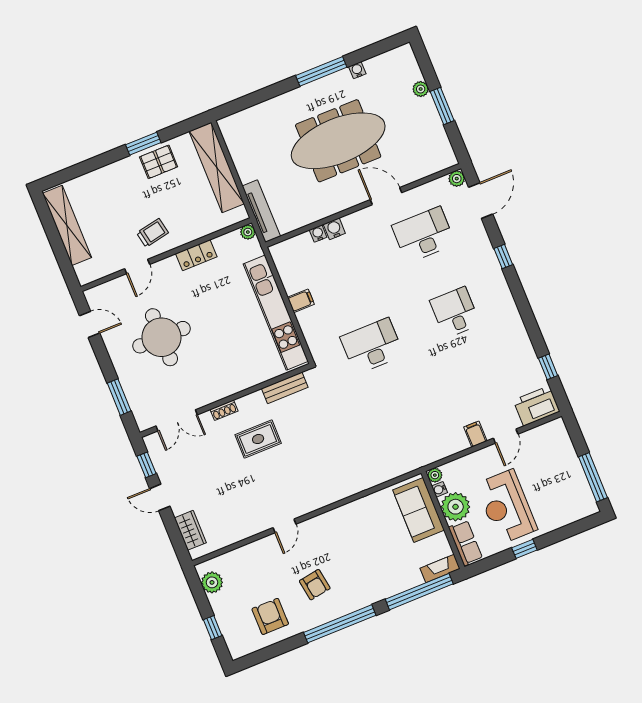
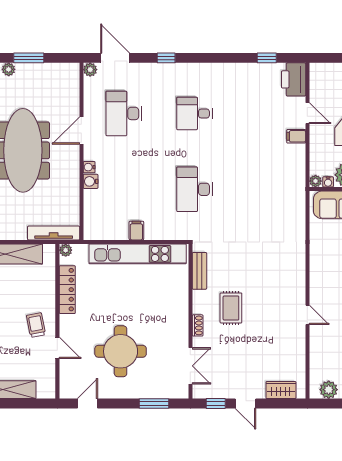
water cooler: (318, 234) -> (89, 167), moved
locker: (196, 255) -> (67, 290), width x1.53
door: (160, 497) -> (245, 404), hinge flipped

